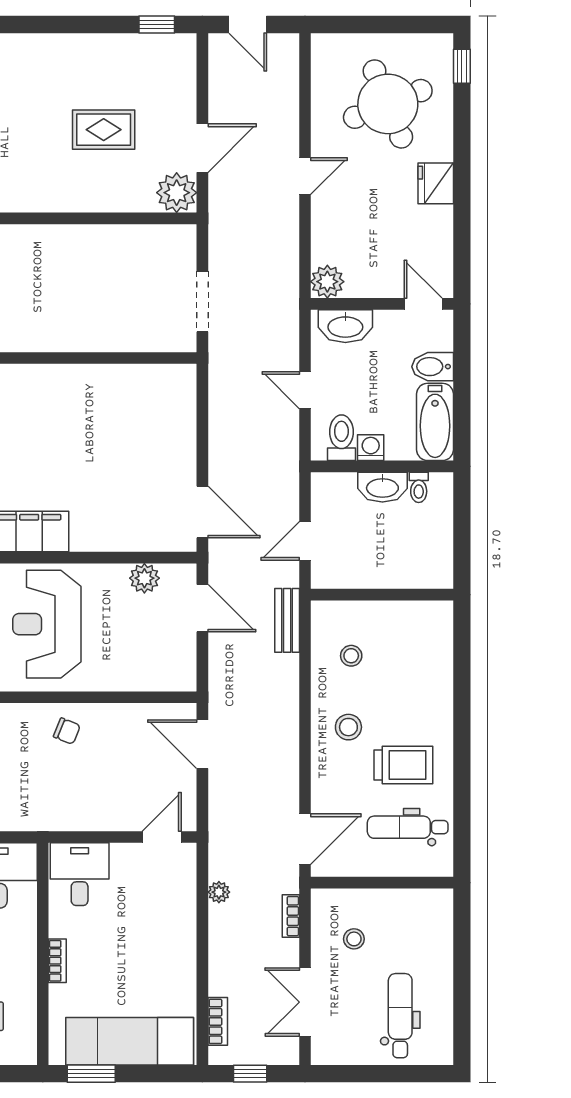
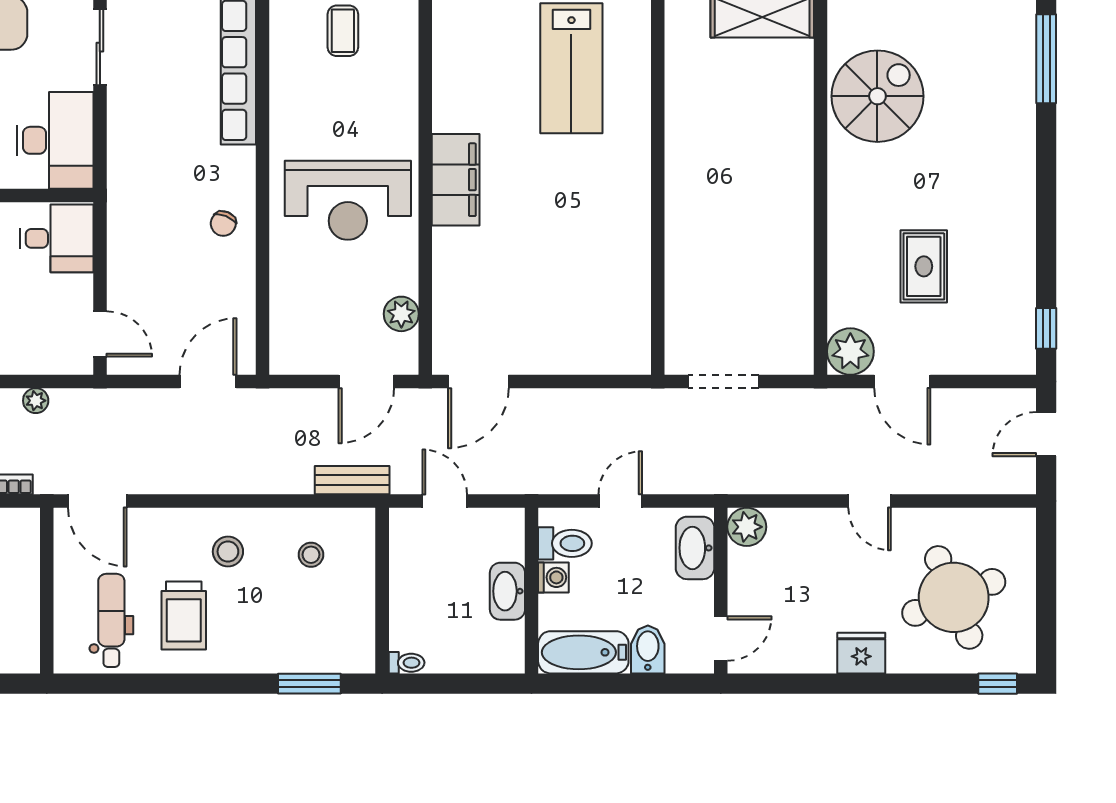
toilet: (419, 487) -> (407, 663), moved, turned 180
reception desk: (47, 624) -> (348, 200), turned 180
window: (462, 657) -> (309, 684), added

